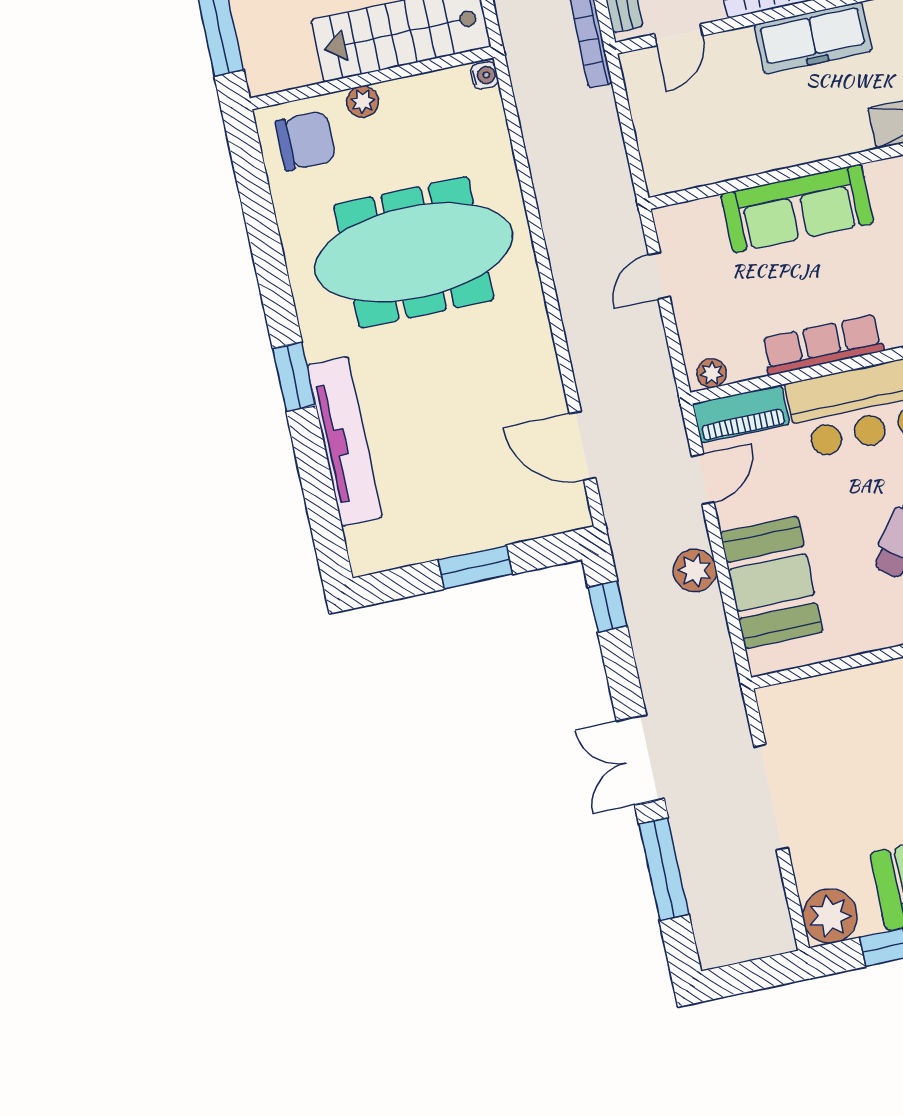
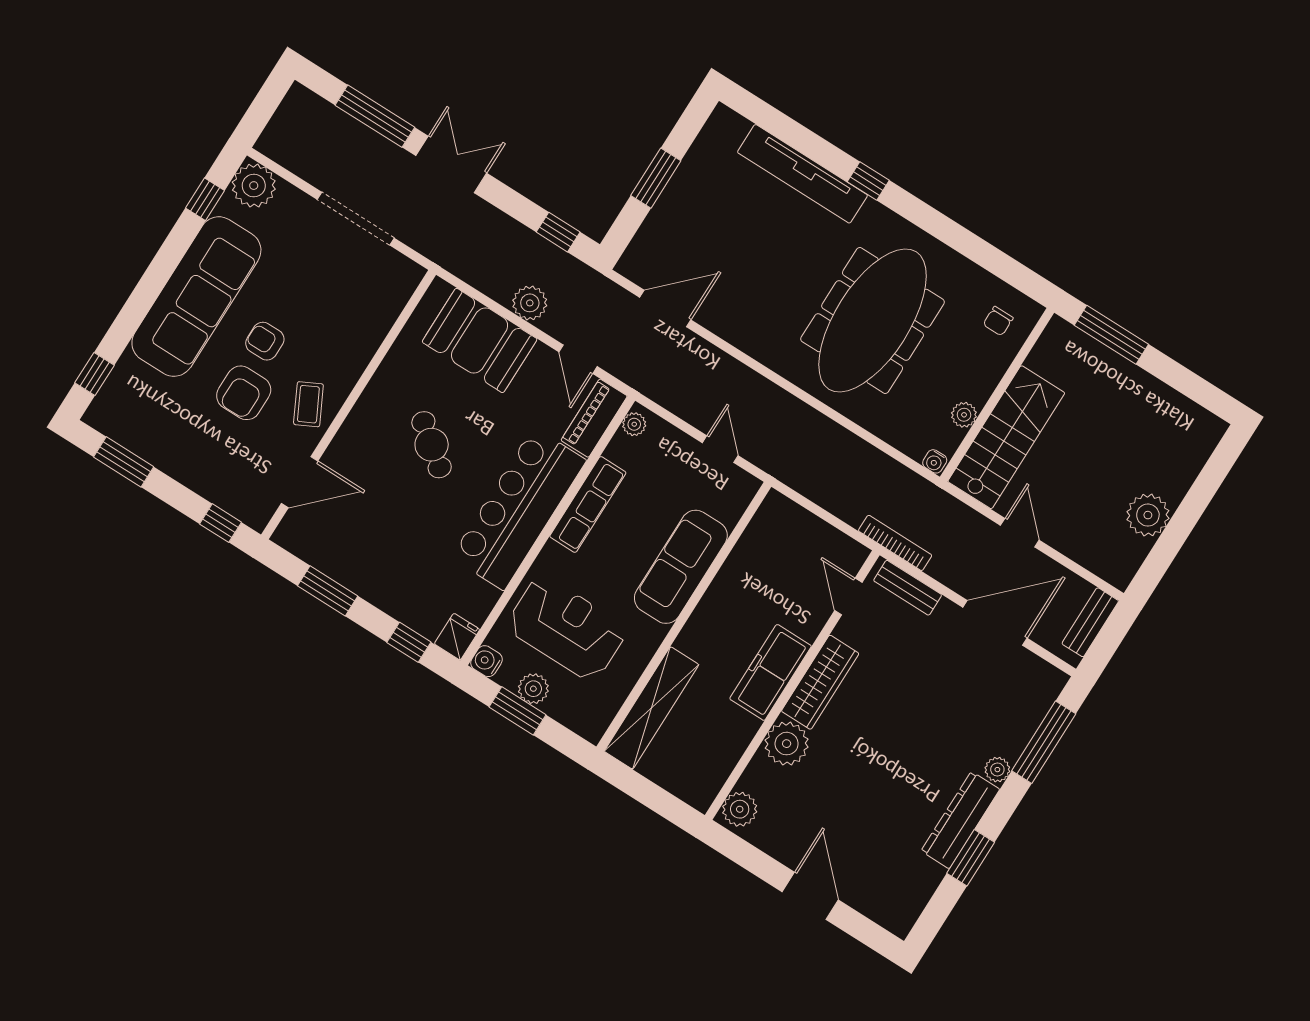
plant: (363, 102) -> (964, 415), moved
chair: (305, 141) -> (998, 321), width x0.54, depth x0.54
window: (294, 377) -> (868, 181), width x0.67

